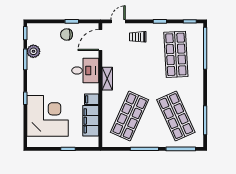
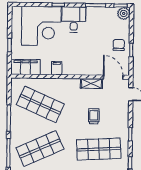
trolley: (138, 37) -> (94, 116), moved
plant: (33, 51) -> (124, 13), moved
desk: (85, 71) -> (74, 19), moved, turned 180
shelving: (107, 79) -> (91, 83), moved
filing cabinet: (91, 121) -> (26, 67), moved

